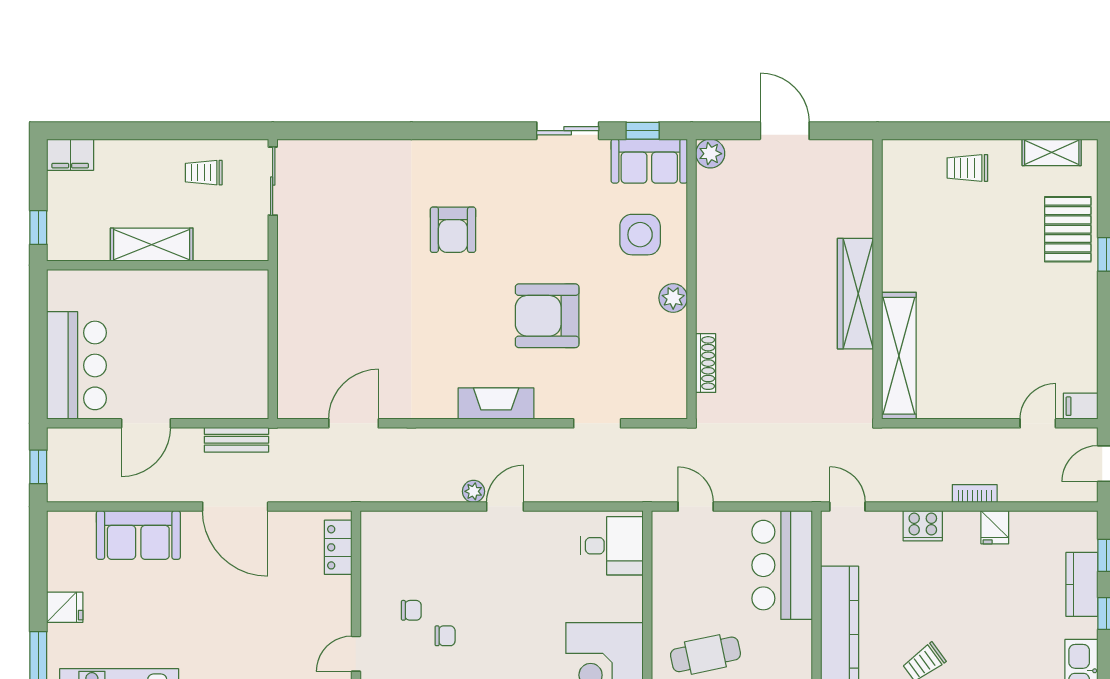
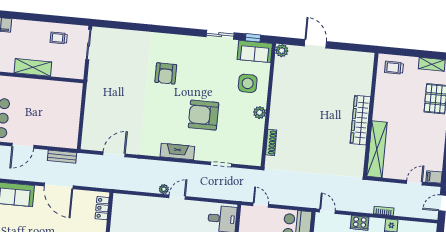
wall: (877, 279) -> (371, 115), moved
wardrobe: (855, 294) -> (360, 120), moved
shelving: (899, 356) -> (377, 149), moved

